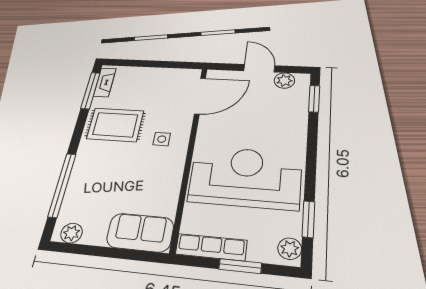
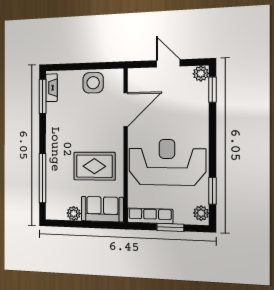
plant: (284, 81) -> (201, 74), moved
door: (200, 96) -> (126, 110), moved
rug: (115, 125) -> (94, 166), moved
side table: (162, 139) -> (93, 83), moved, width x1.87, depth x1.87
plant: (72, 233) -> (74, 213), moved

